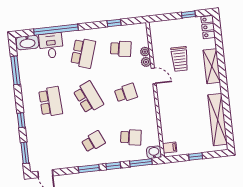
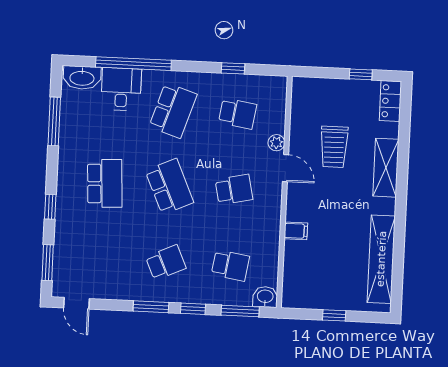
plant: (145, 52) -> (278, 125), removed
filing cabinet: (170, 148) -> (296, 231), moved

